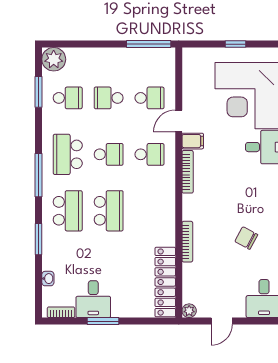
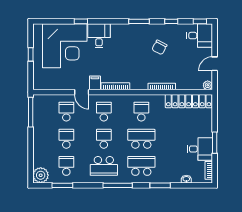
school desk: (109, 98) -> (66, 139), turned 180
school desk: (150, 211) -> (141, 112), added
door: (222, 321) -> (215, 64), swing flipped

